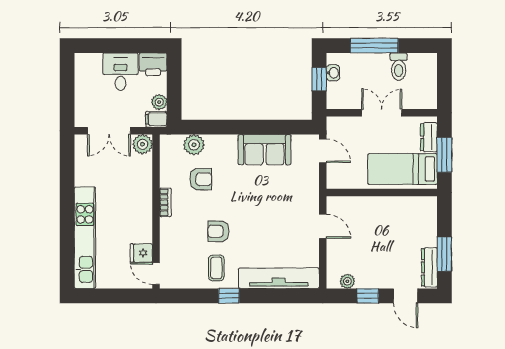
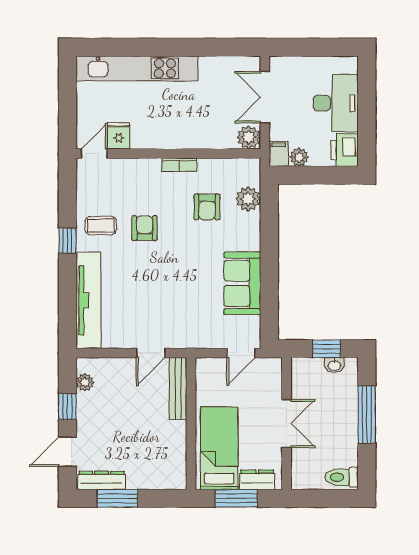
toilet: (399, 67) -> (342, 477), moved
desk: (120, 72) -> (336, 103), width x1.37
bench: (353, 203) -> (178, 389), added

